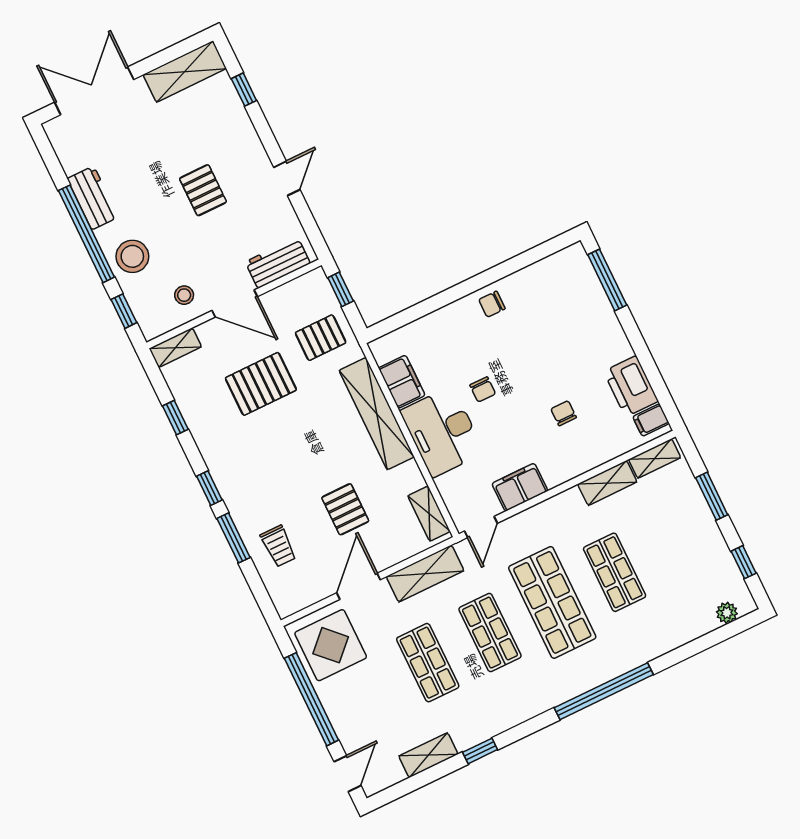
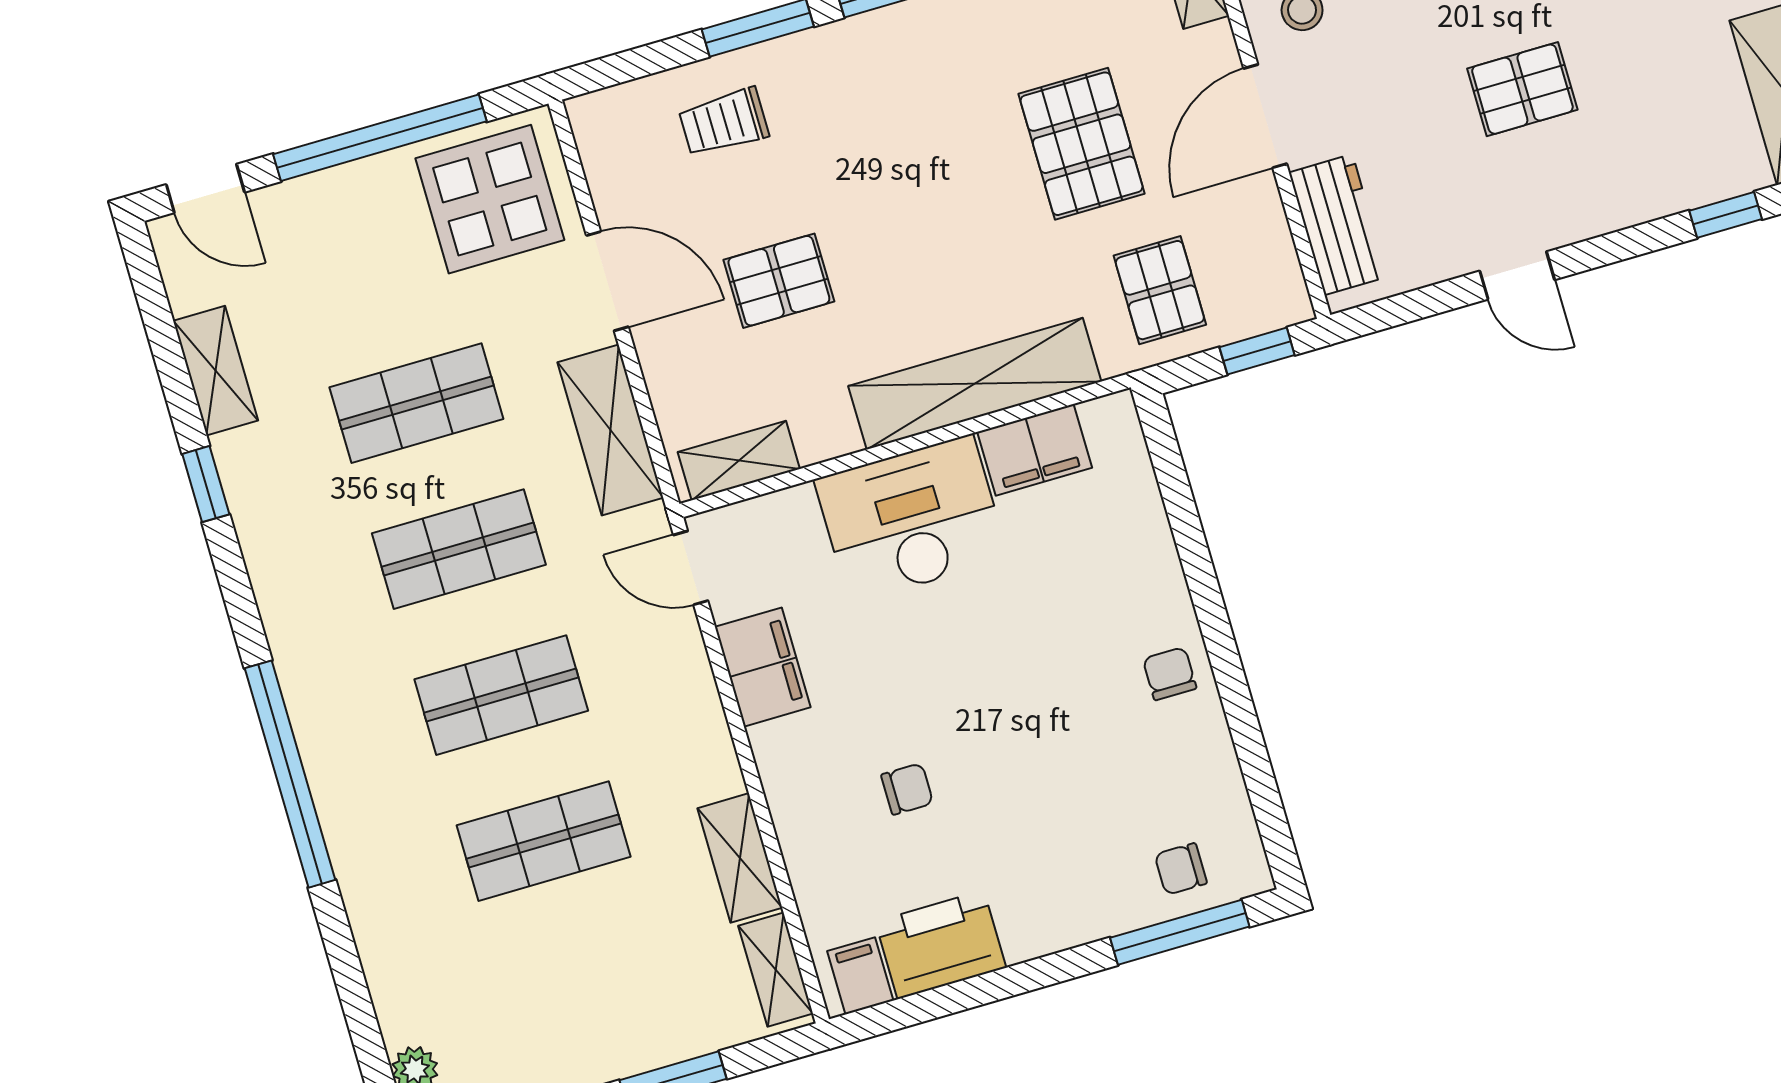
chair: (483, 389) -> (1181, 869), moved
shop shelf: (552, 602) -> (501, 695), width x0.70, depth x0.74

